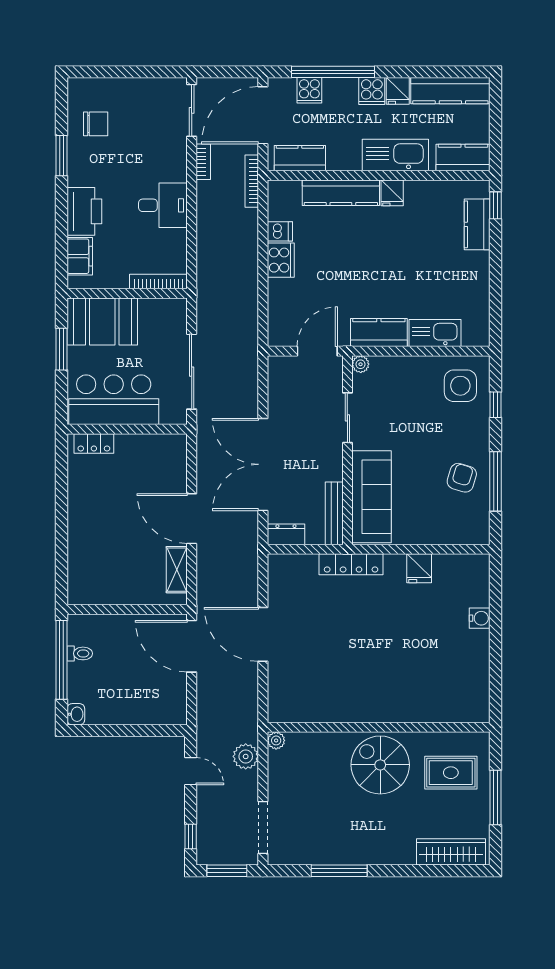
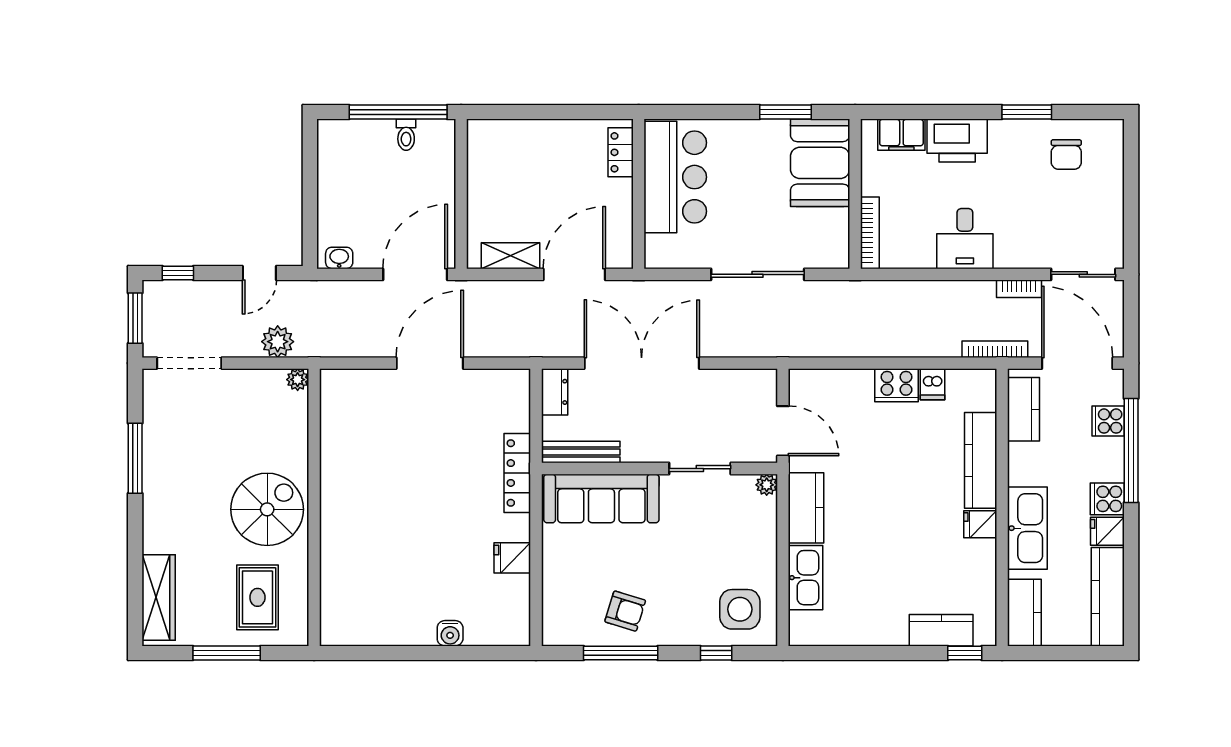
bar counter: (114, 400) -> (675, 177), moved
wall: (127, 429) -> (639, 194), moved
locker: (94, 444) -> (621, 152), moved
washbasin: (76, 714) -> (339, 258), moved, turned 180

